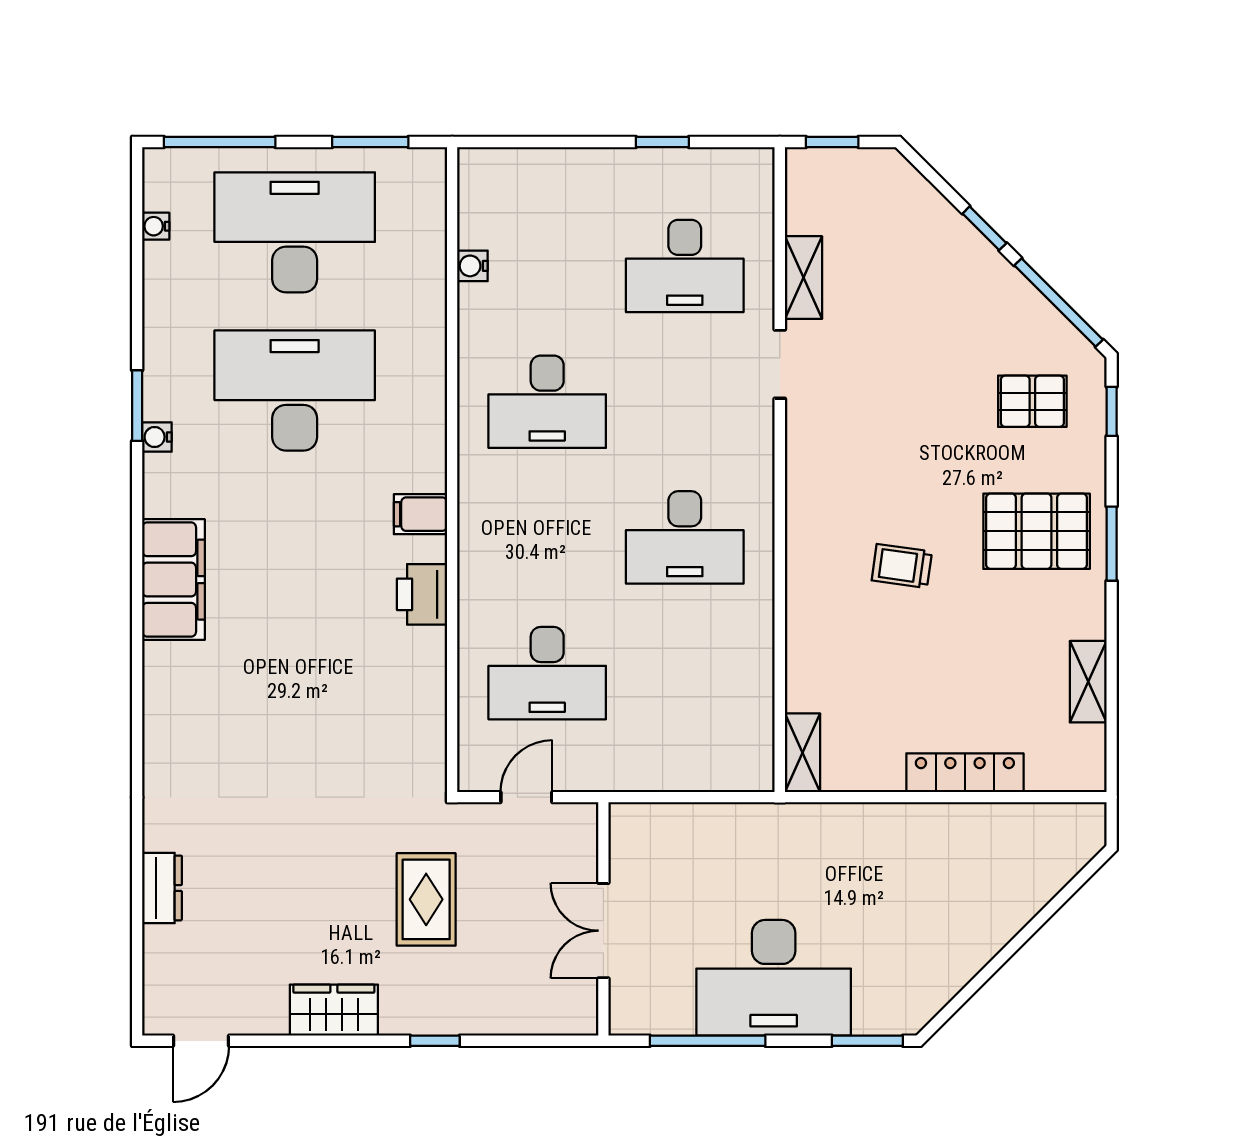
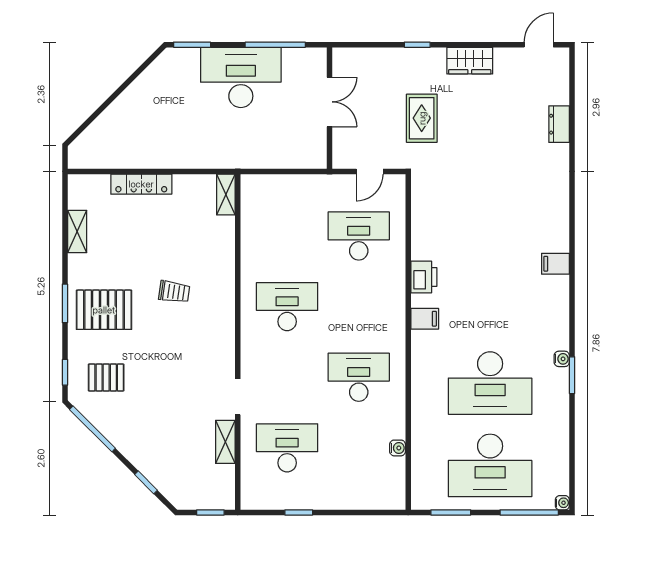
water cooler: (156, 226) -> (562, 503), moved
window: (984, 228) -> (146, 482), moved
filing cabinet: (174, 580) -> (555, 264), width x0.33, depth x0.86

